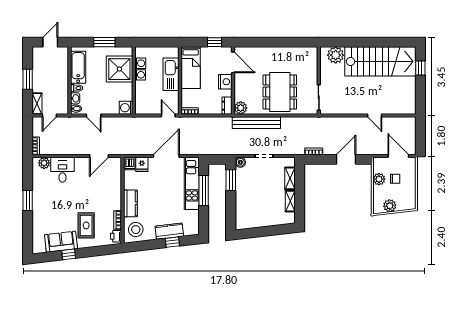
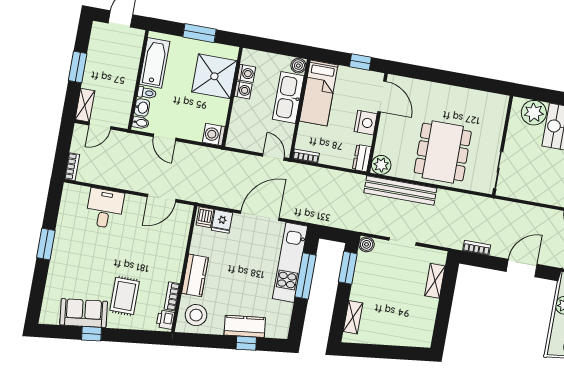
boiler: (174, 52) -> (298, 66), added
plant: (44, 163) -> (80, 194), removed
shelving: (290, 201) -> (353, 317), moved

